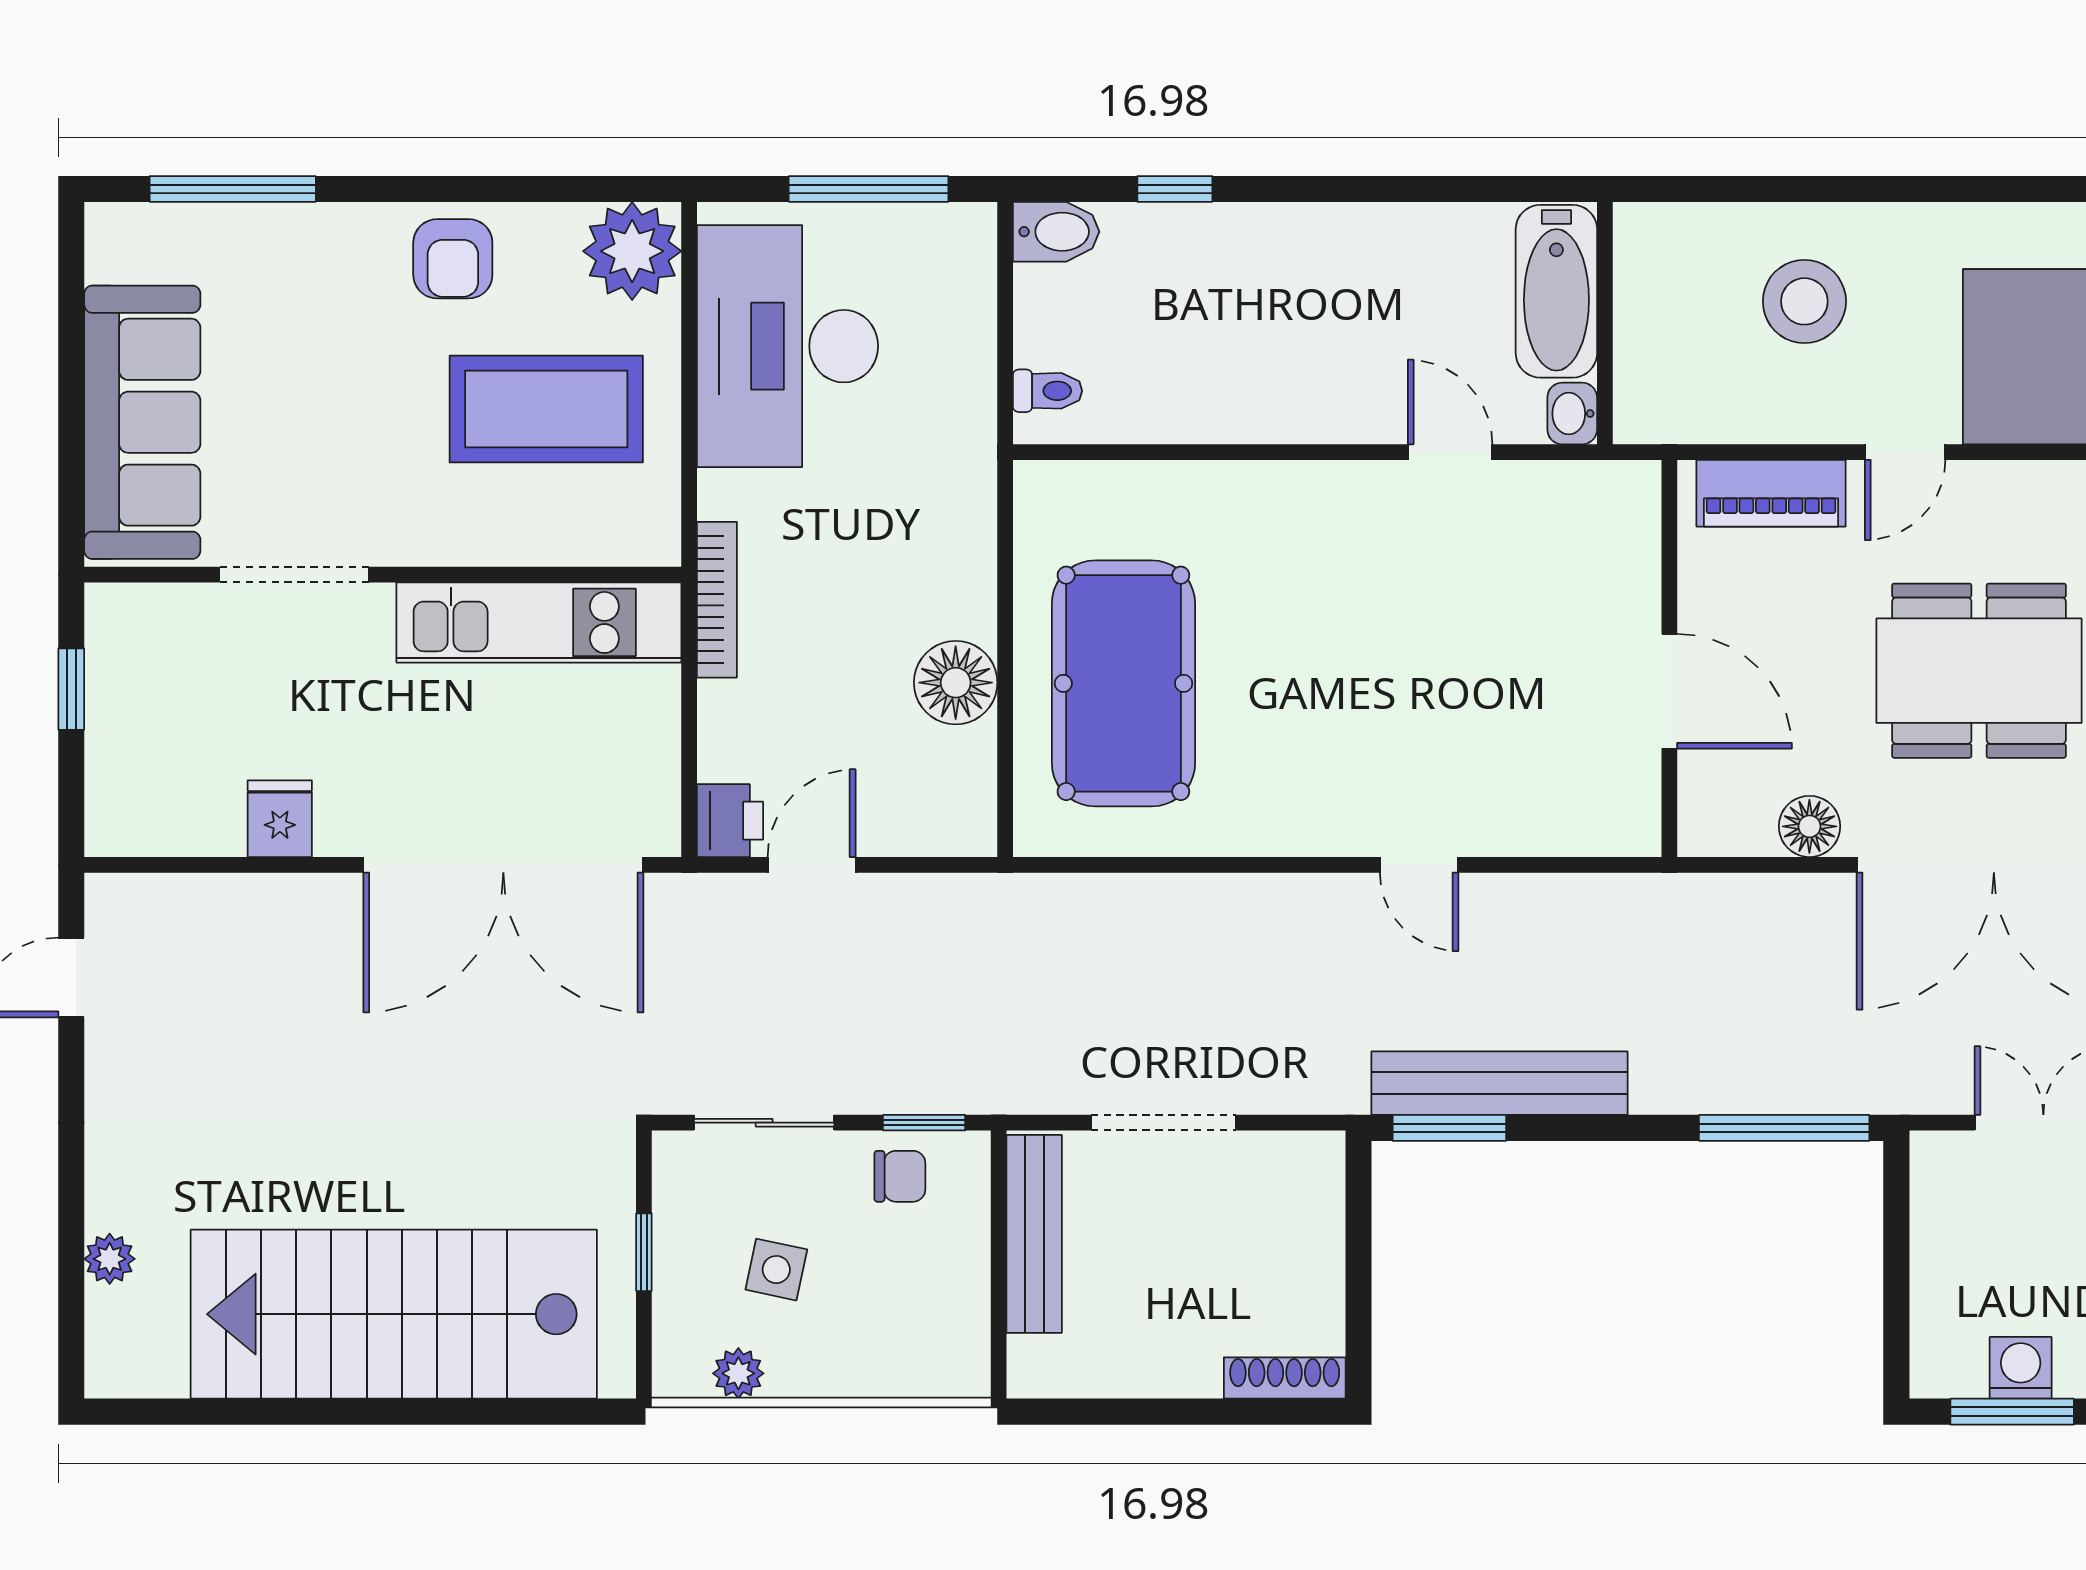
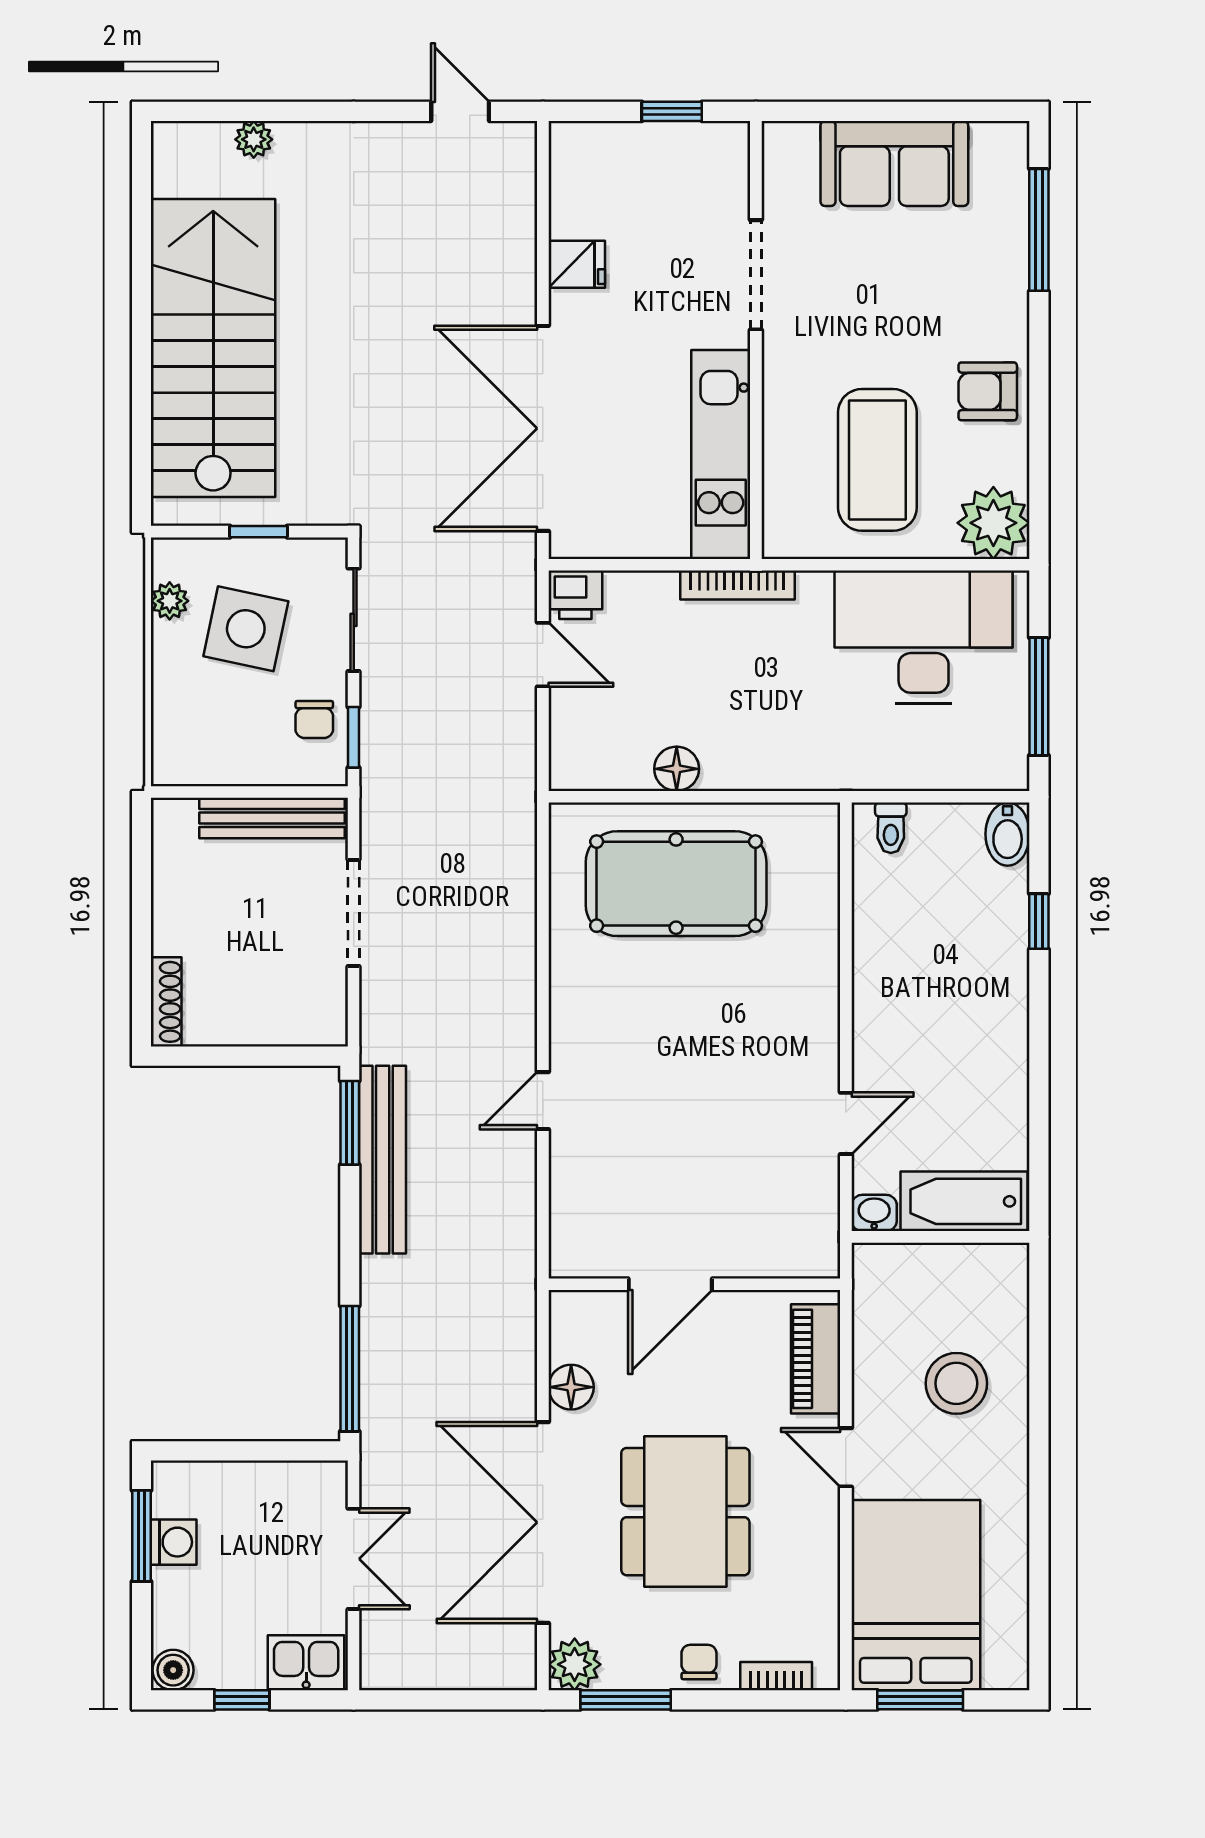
sofa: (142, 422) -> (894, 163), width x0.73
floor lamp: (956, 683) -> (677, 769), width x0.73, depth x0.73
side table: (776, 1270) -> (246, 629), width x1.87, depth x1.87

